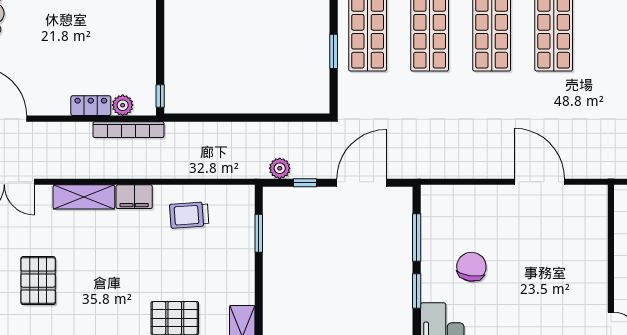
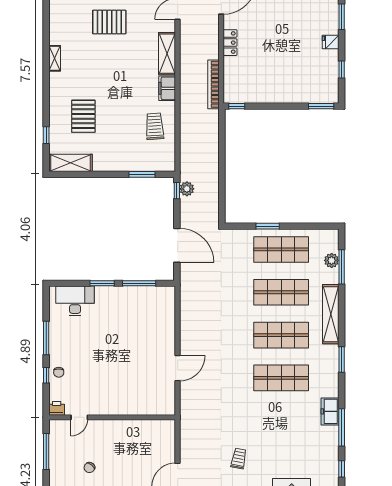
plant: (123, 105) -> (230, 80), removed
locker: (91, 106) -> (230, 43), moved
door: (539, 182) -> (178, 368), width x0.73
window: (305, 183) -> (177, 191), moved
chair: (471, 267) -> (119, 321), removed

